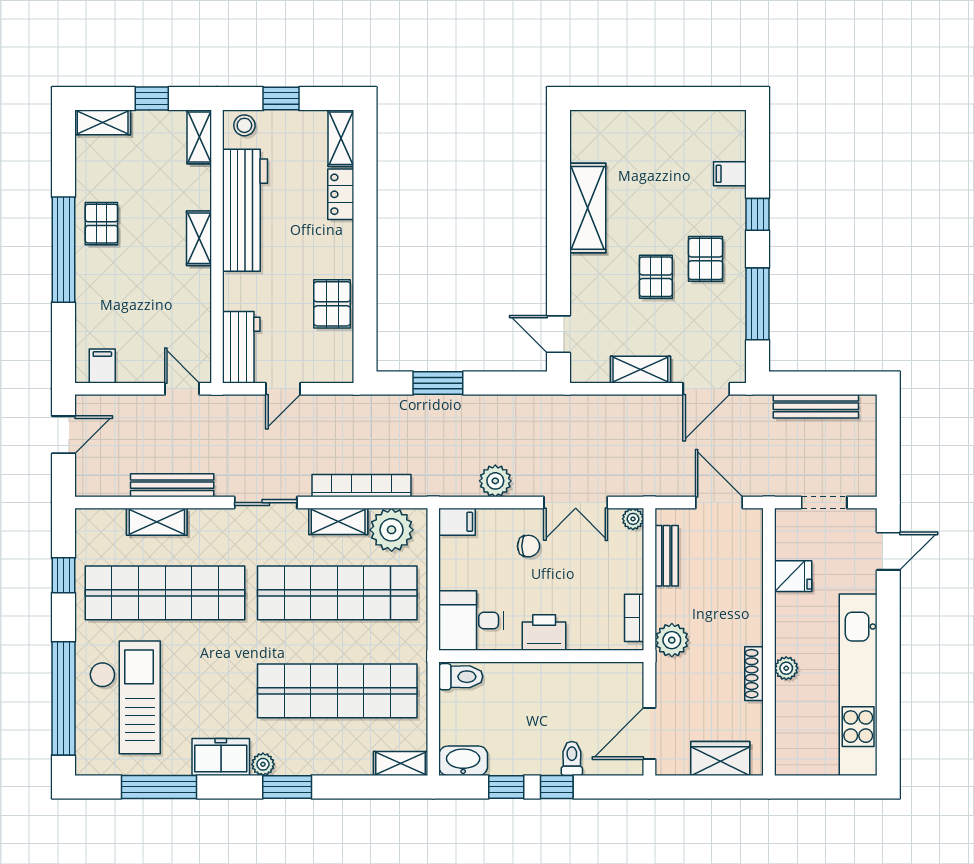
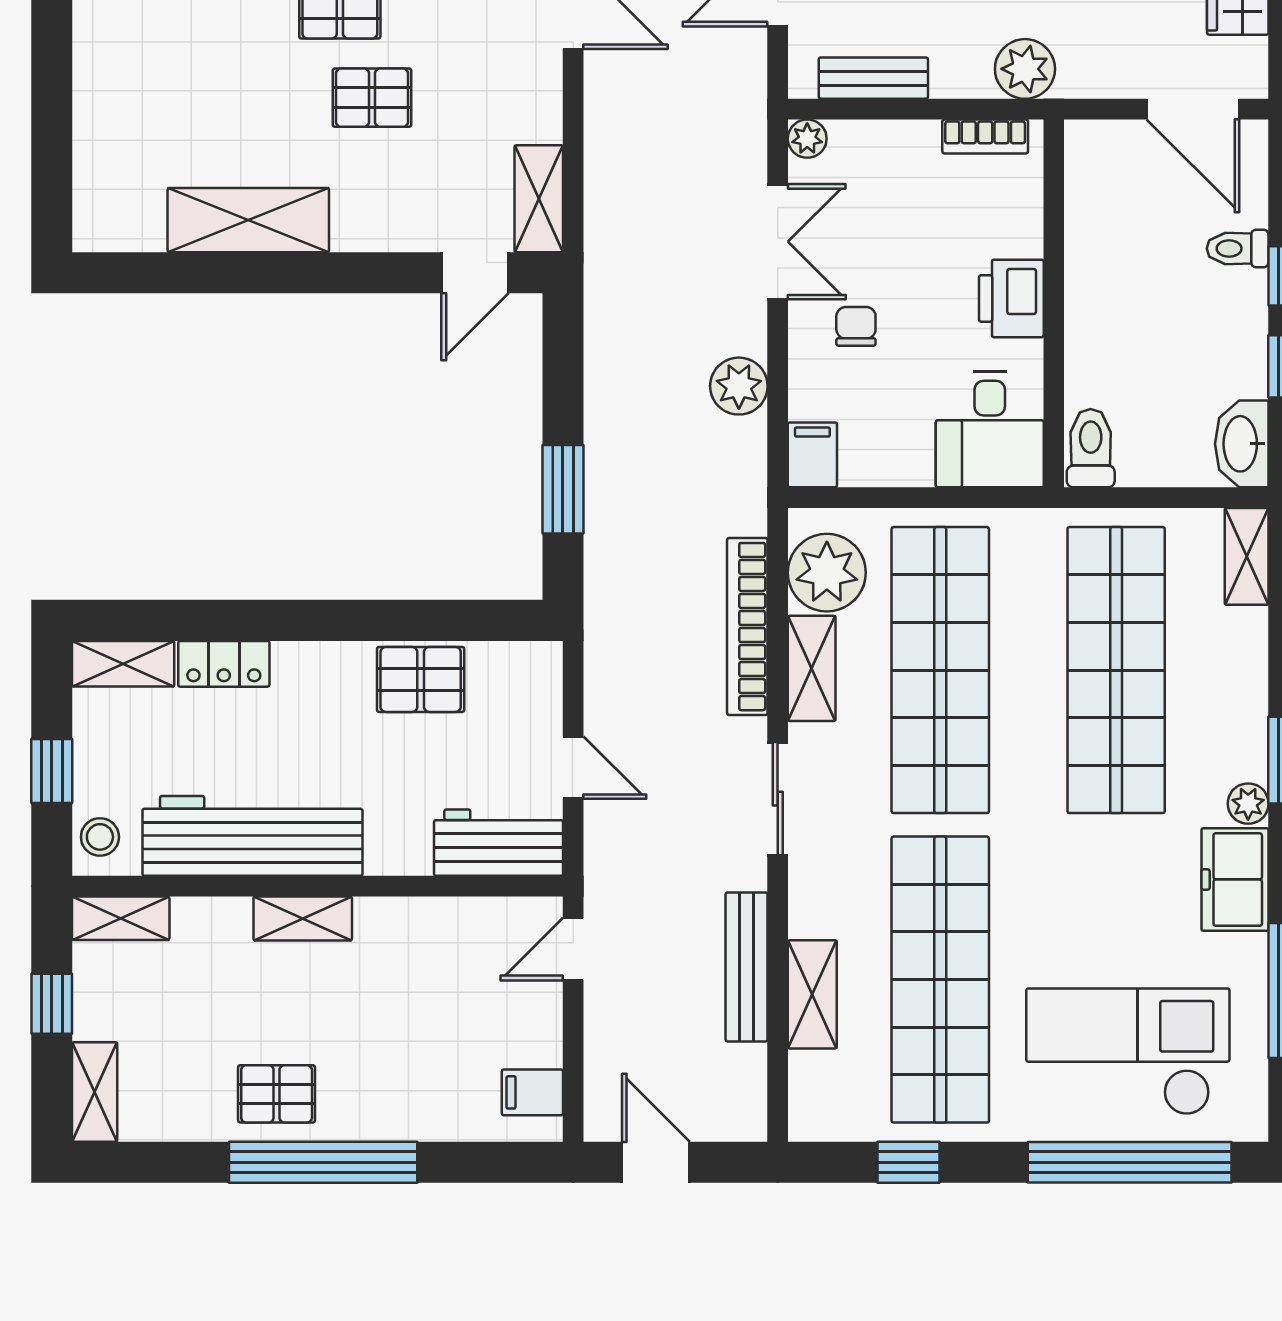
shelving: (640, 370) -> (539, 199), moved

